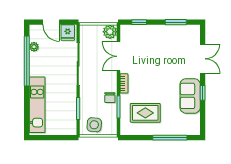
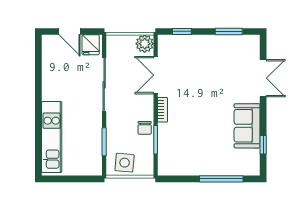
plant: (34, 47) -> (48, 63), removed
window: (27, 61) -> (38, 81), removed
window: (203, 93) -> (263, 145), moved
rug: (145, 113) -> (190, 147), removed

